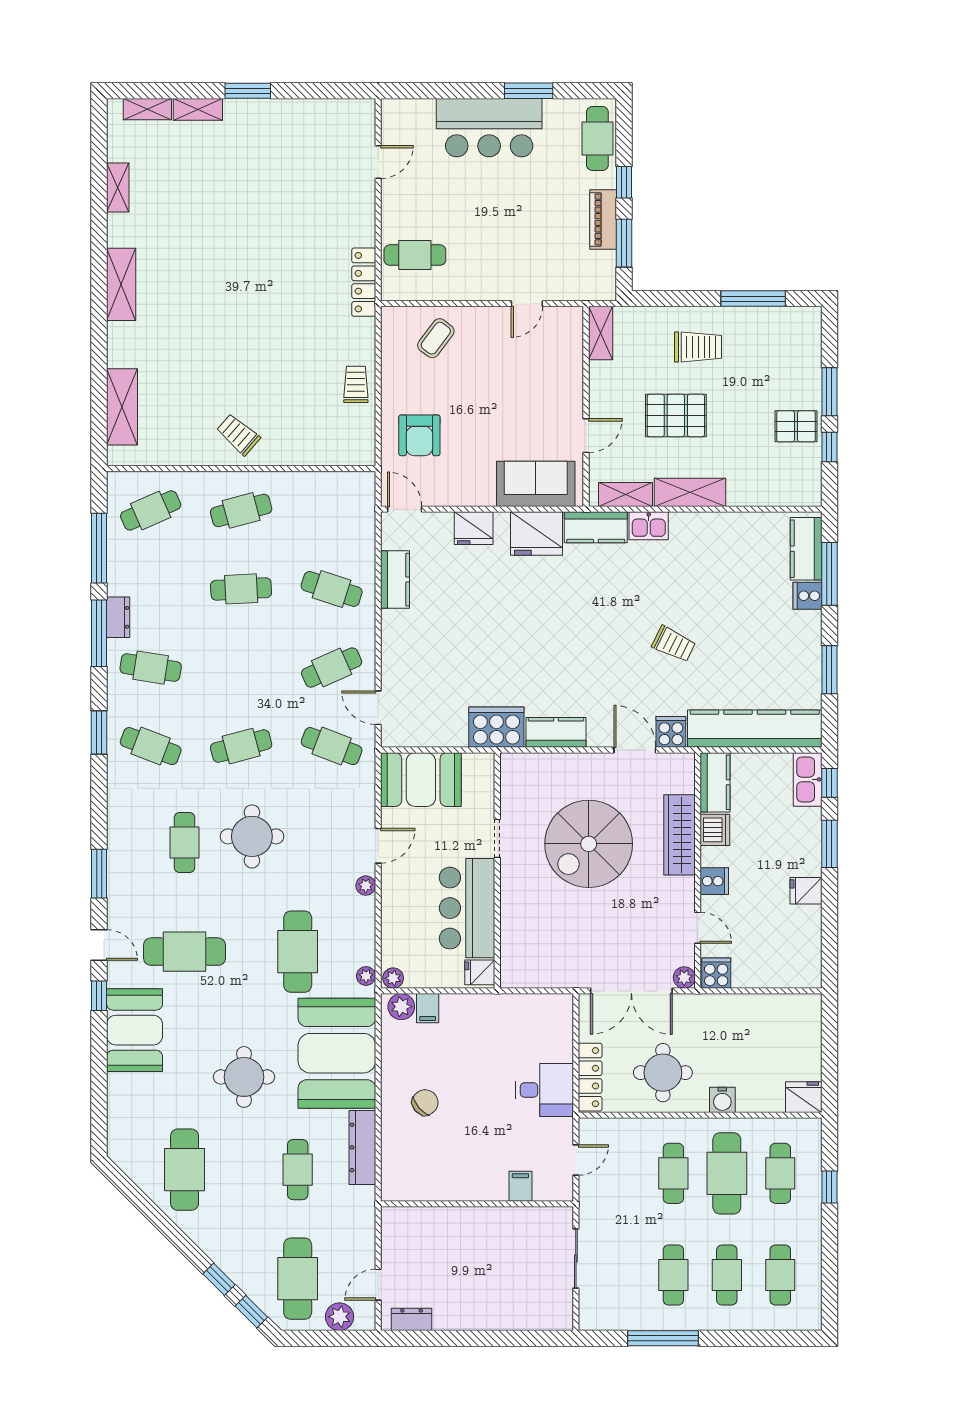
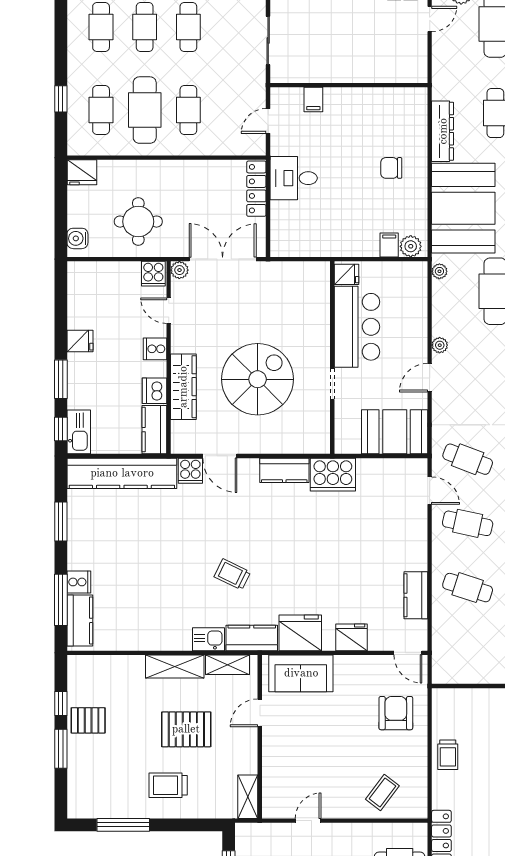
trolley: (674, 644) -> (232, 574), moved
cafe table: (332, 668) -> (468, 523), turned 36
plant: (393, 978) -> (417, 270), removed
round table: (663, 1073) -> (138, 222), moved
water cooler: (722, 1100) -> (77, 238), moved, turned -90
chair: (425, 1103) -> (391, 168), turned 41

